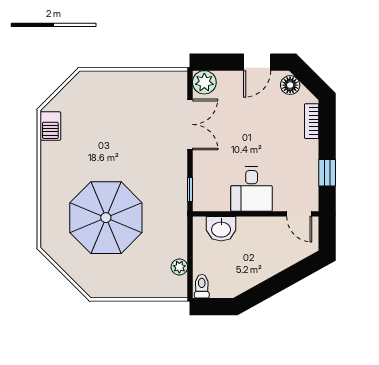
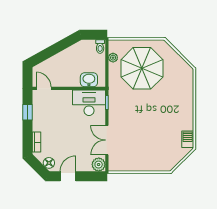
desk: (252, 189) -> (89, 103), moved, width x1.37
parasol: (106, 218) -> (142, 68), moved

